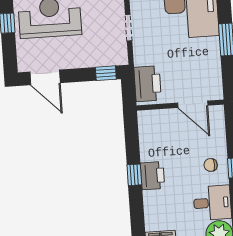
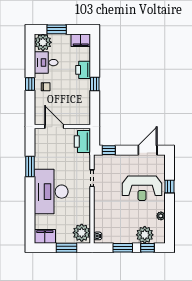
door: (45, 77) -> (148, 150), hinge flipped
printer: (153, 176) -> (83, 70), moved

